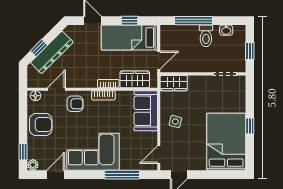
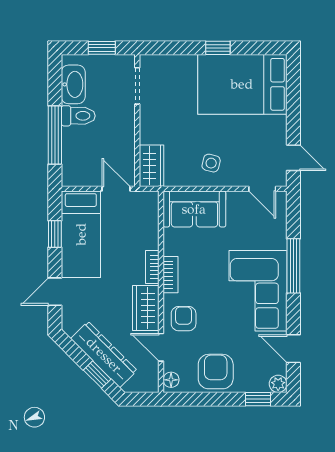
washbasin: (226, 30) -> (73, 84), width x1.91, depth x1.45
wardrobe: (135, 79) -> (146, 308), moved
window: (122, 175) -> (293, 266), moved

